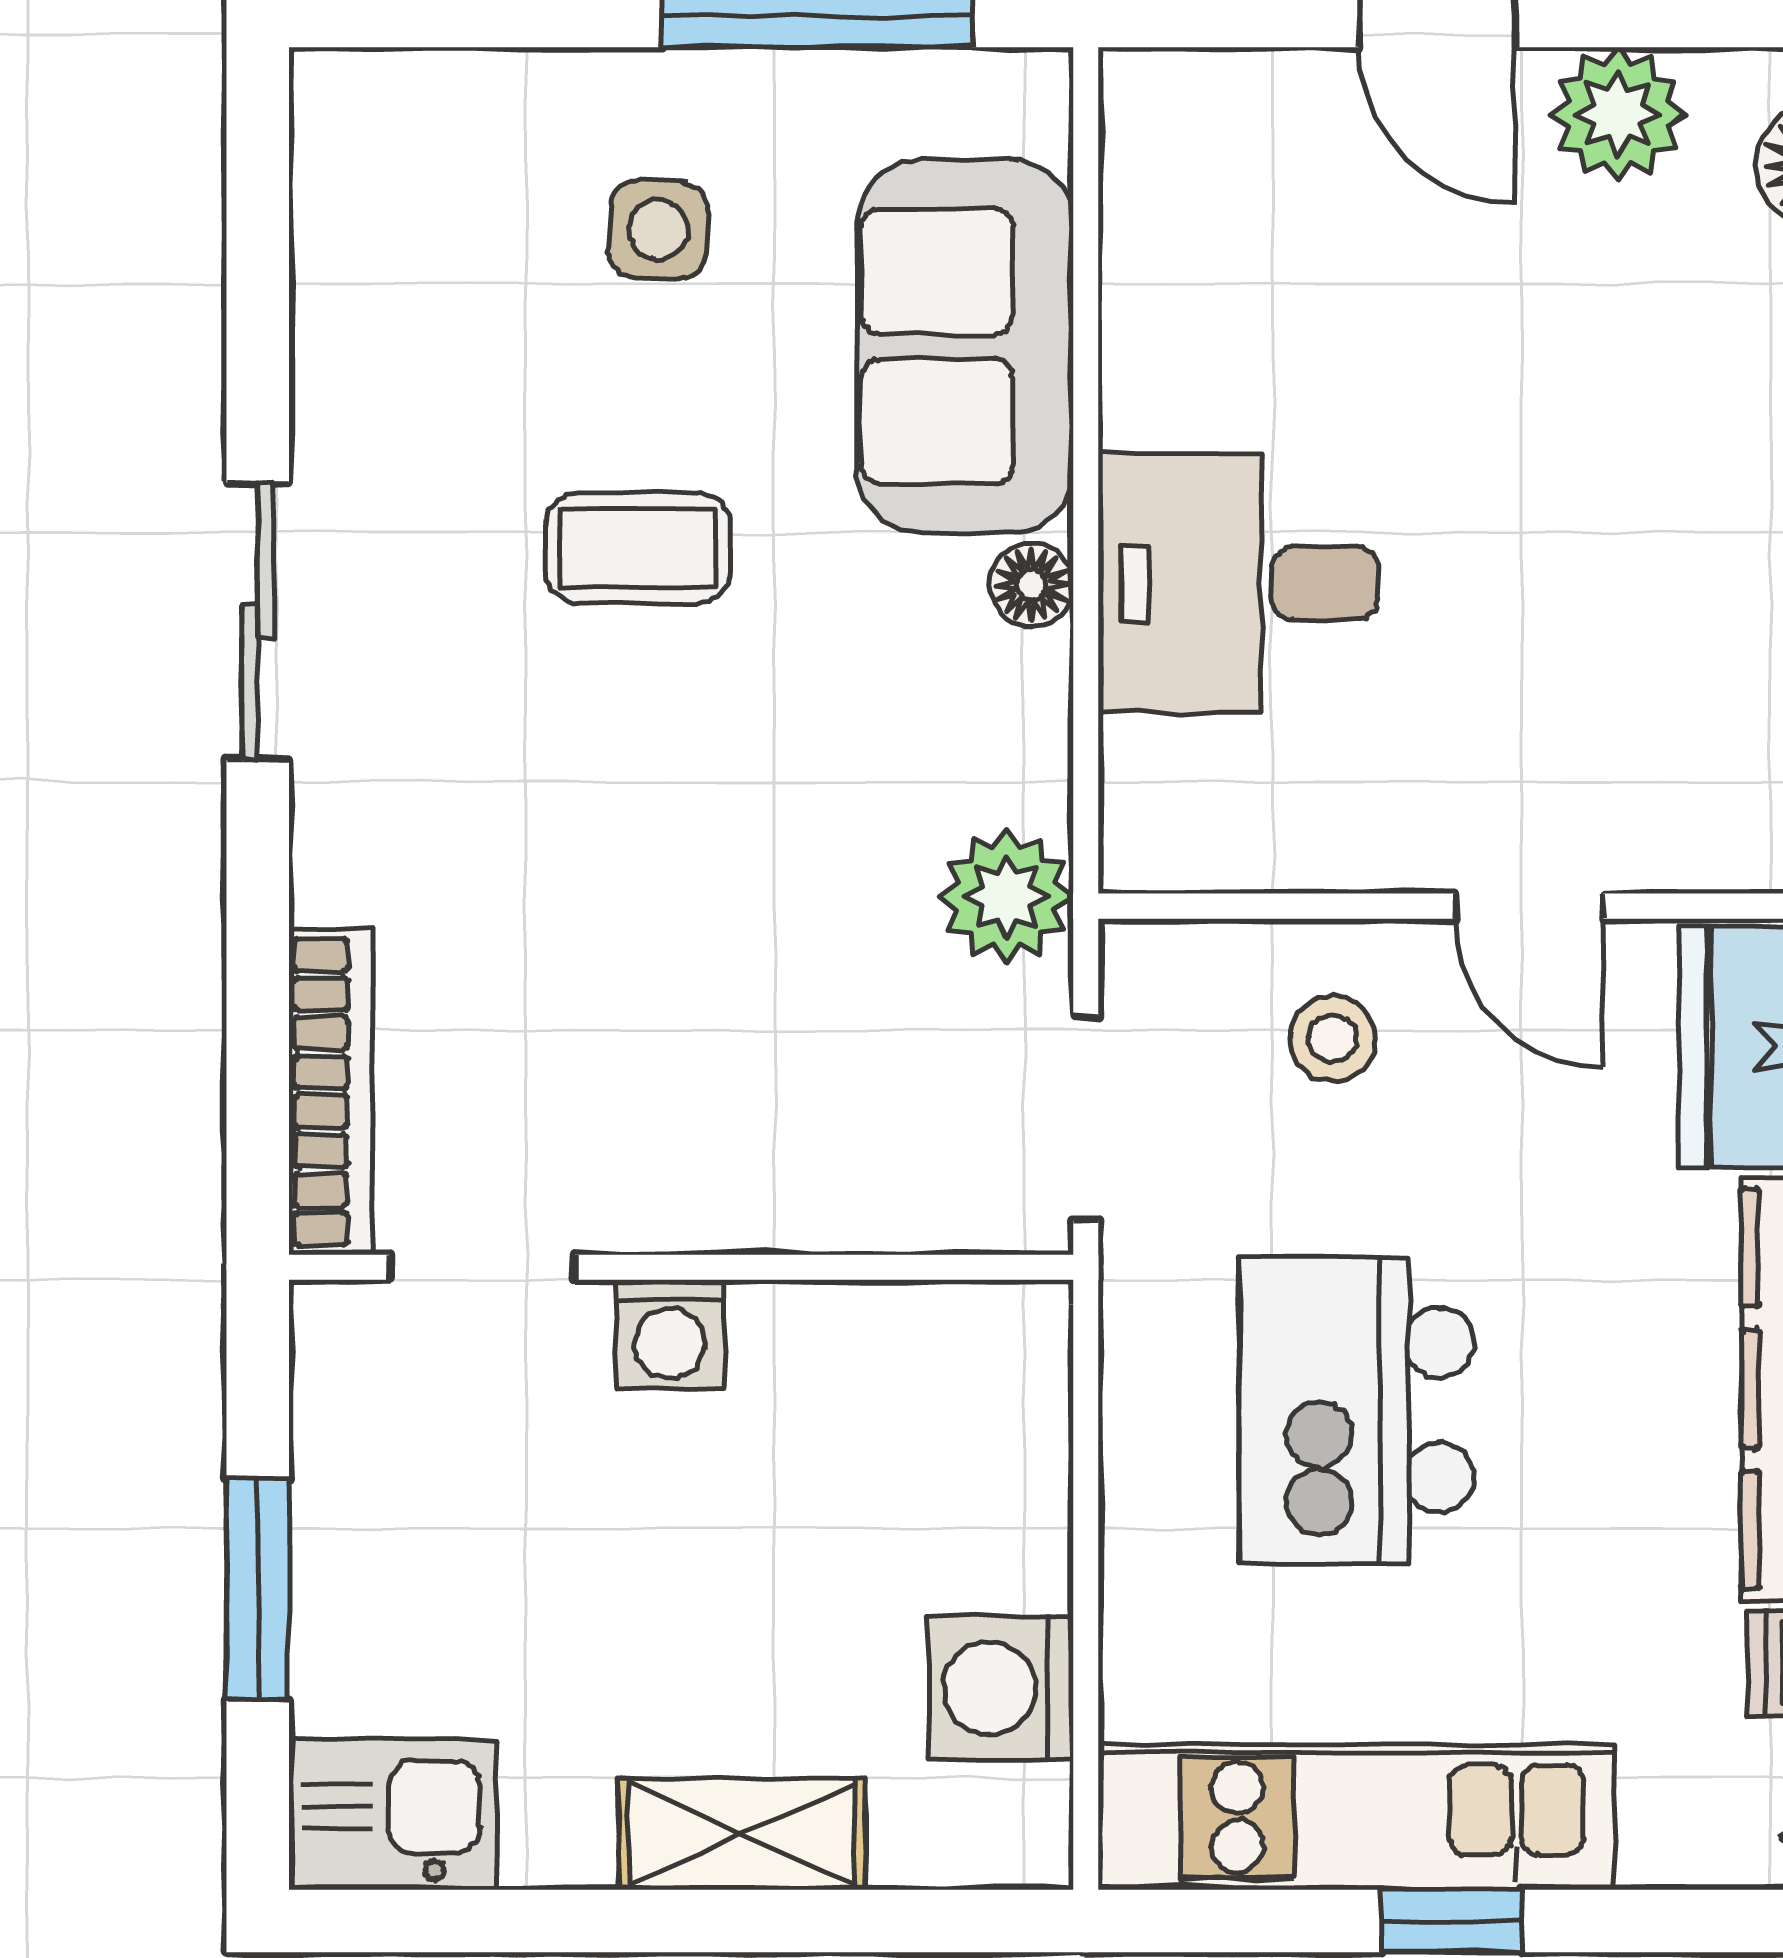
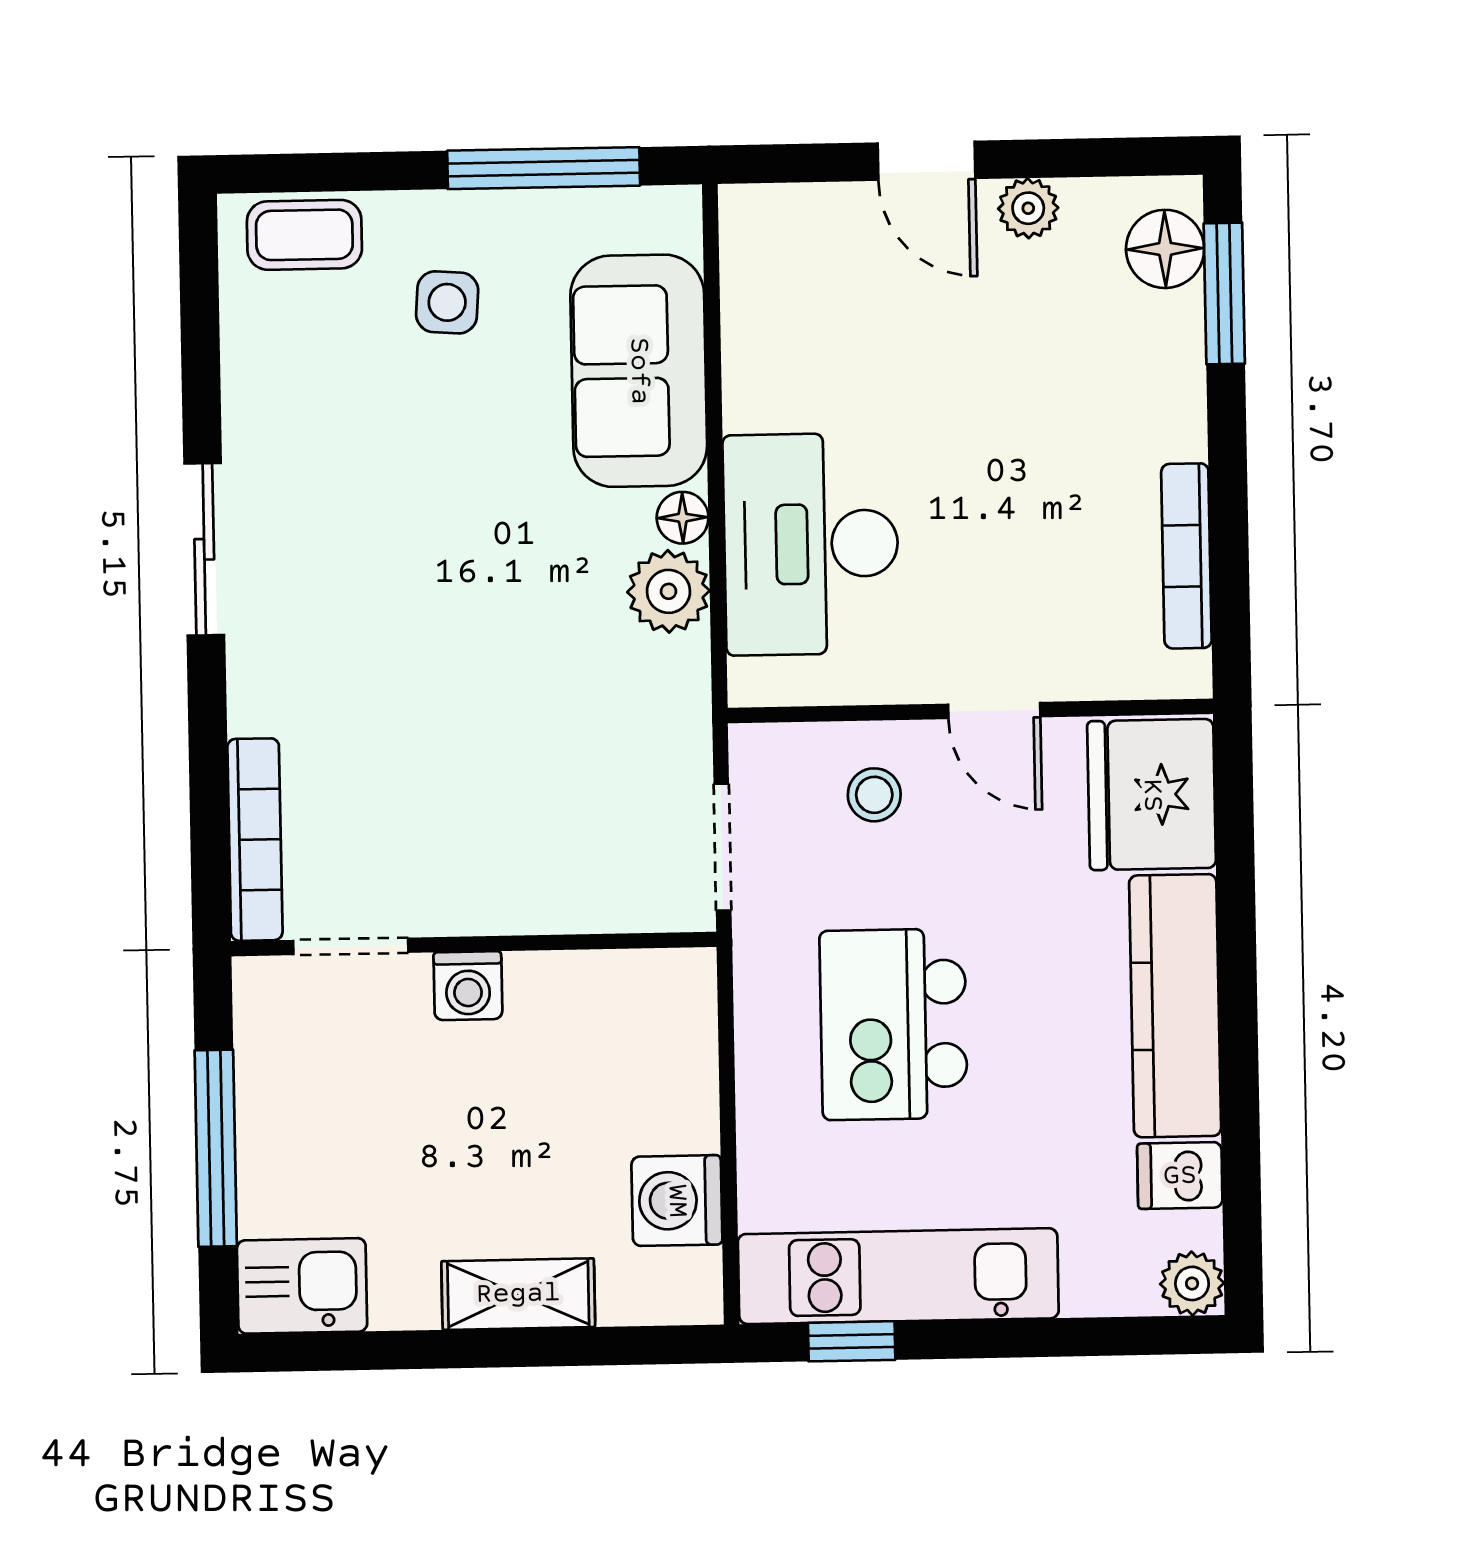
plant: (1618, 114) -> (1028, 208), width x0.73, depth x0.73
coffee table: (638, 548) -> (304, 235), moved
desk: (1238, 583) -> (811, 544), width x1.37
plant: (1006, 896) -> (669, 591), moved
window: (258, 1589) -> (216, 1148), width x1.44
window: (1452, 1921) -> (852, 1341), moved

